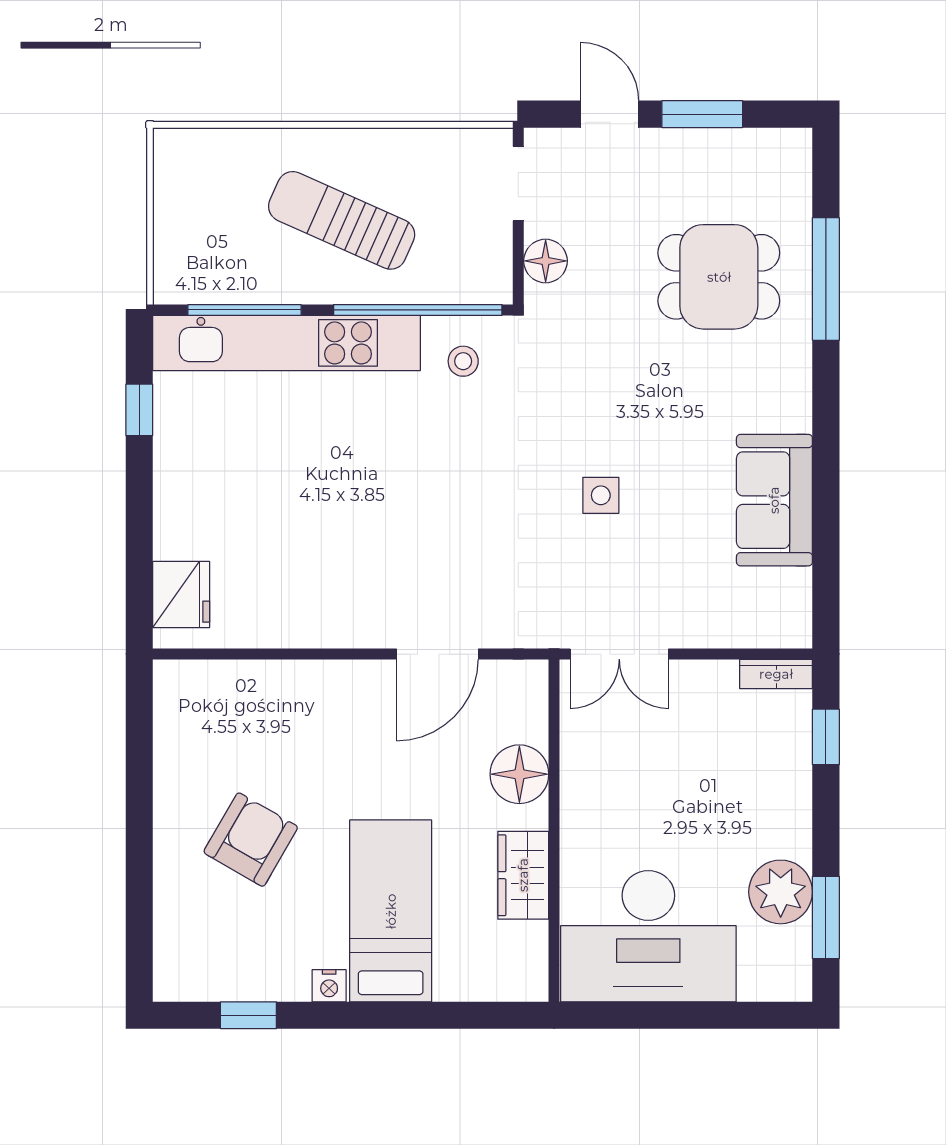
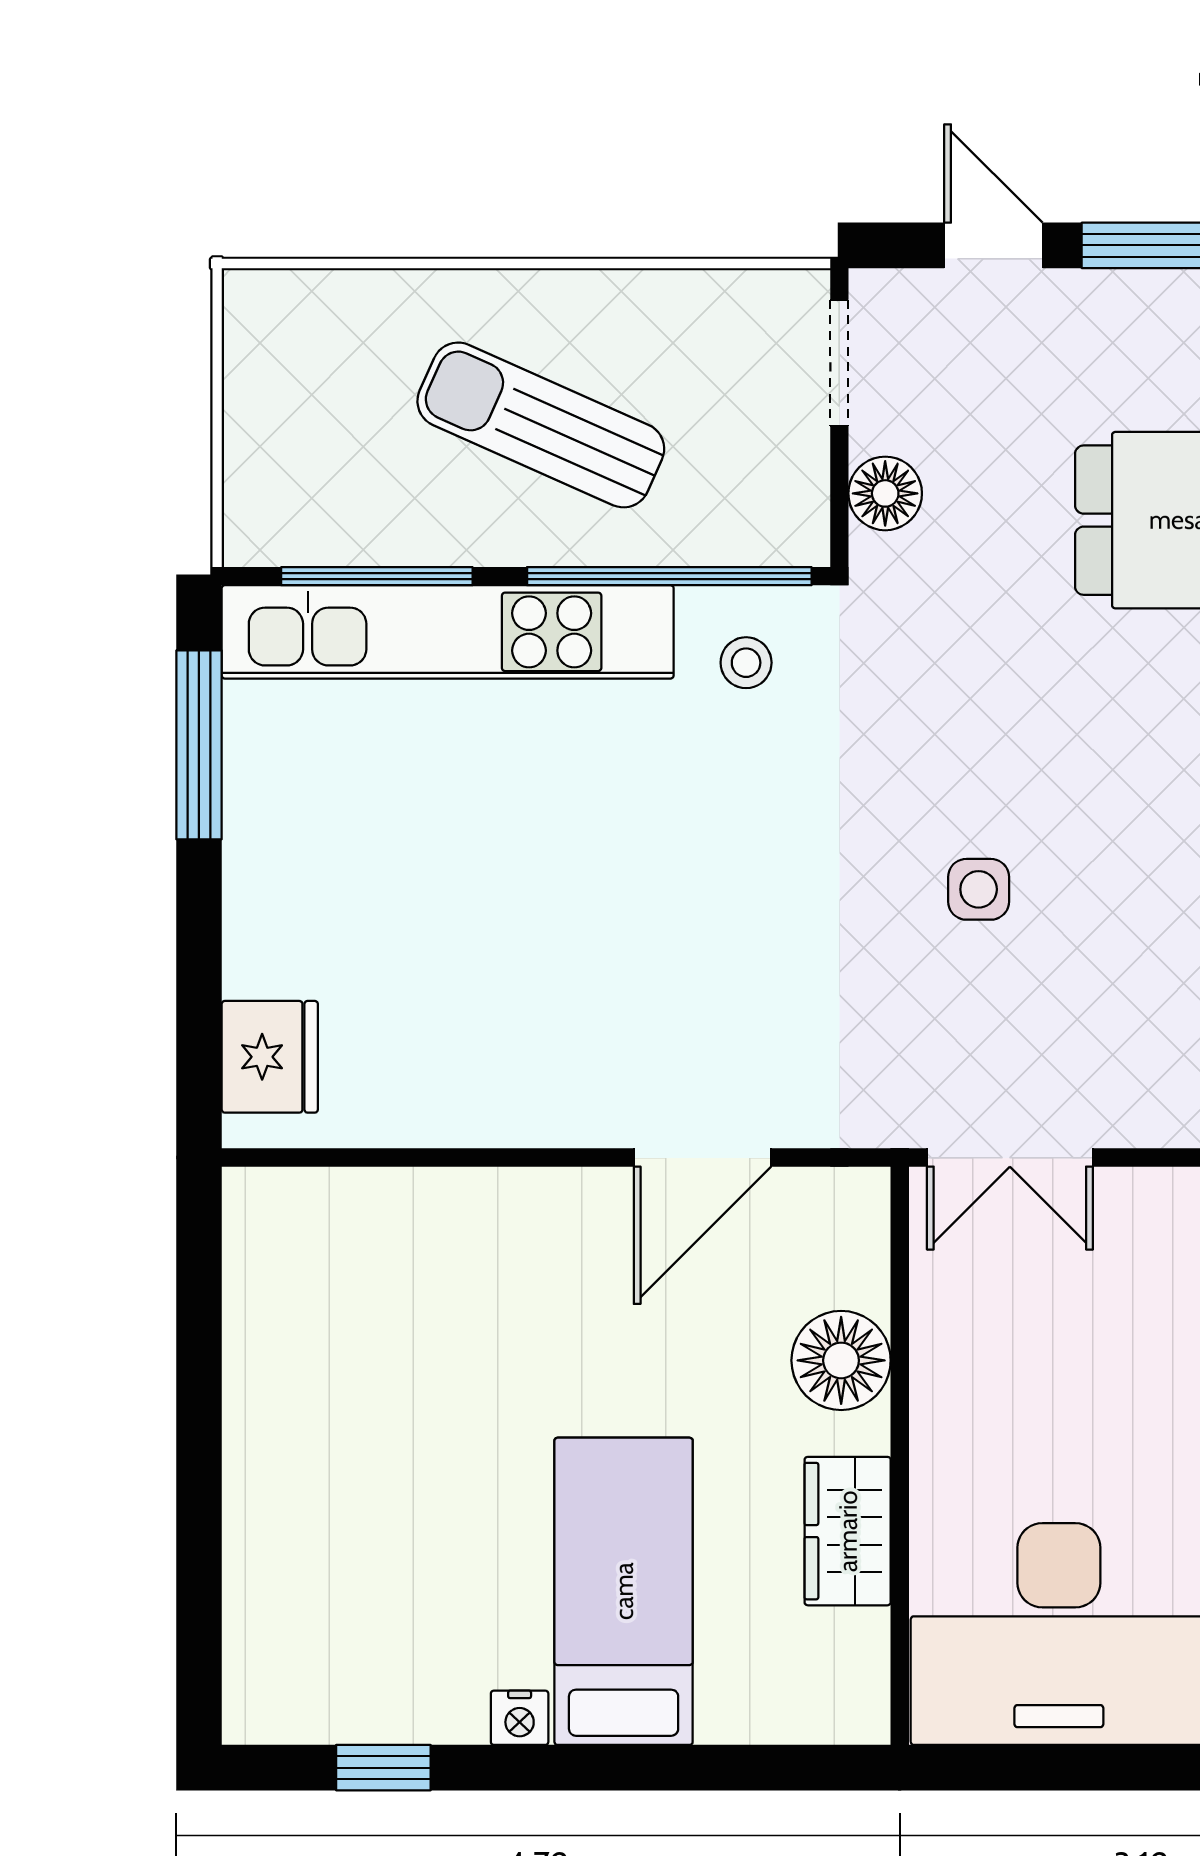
window: (139, 410) -> (199, 745), width x2.17
armchair: (251, 840) -> (387, 1471), removed

